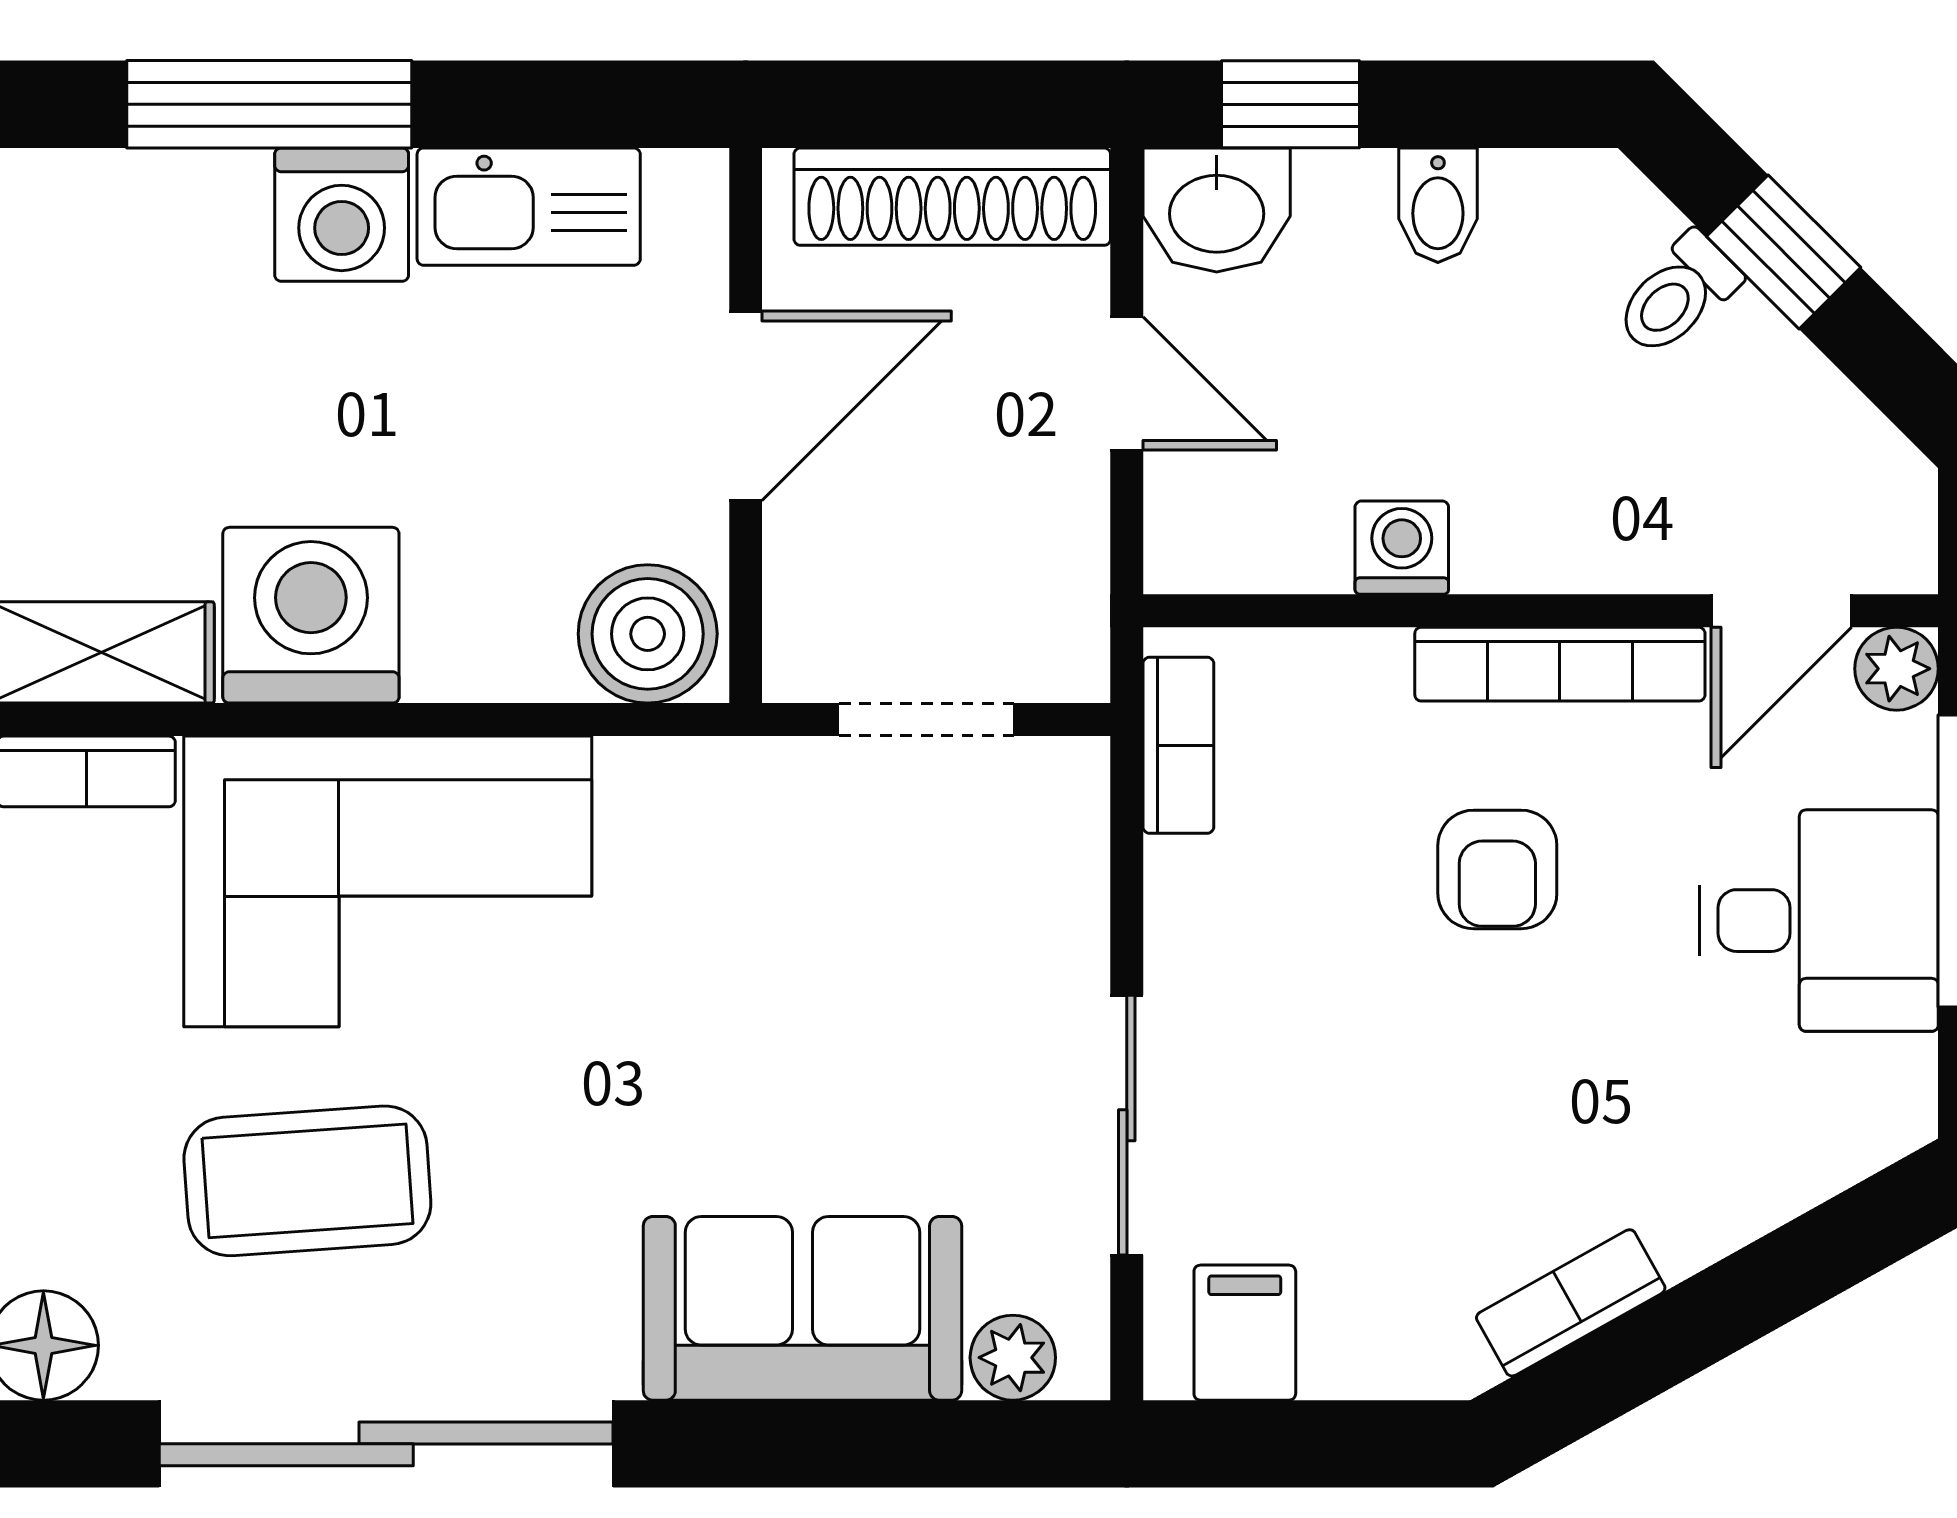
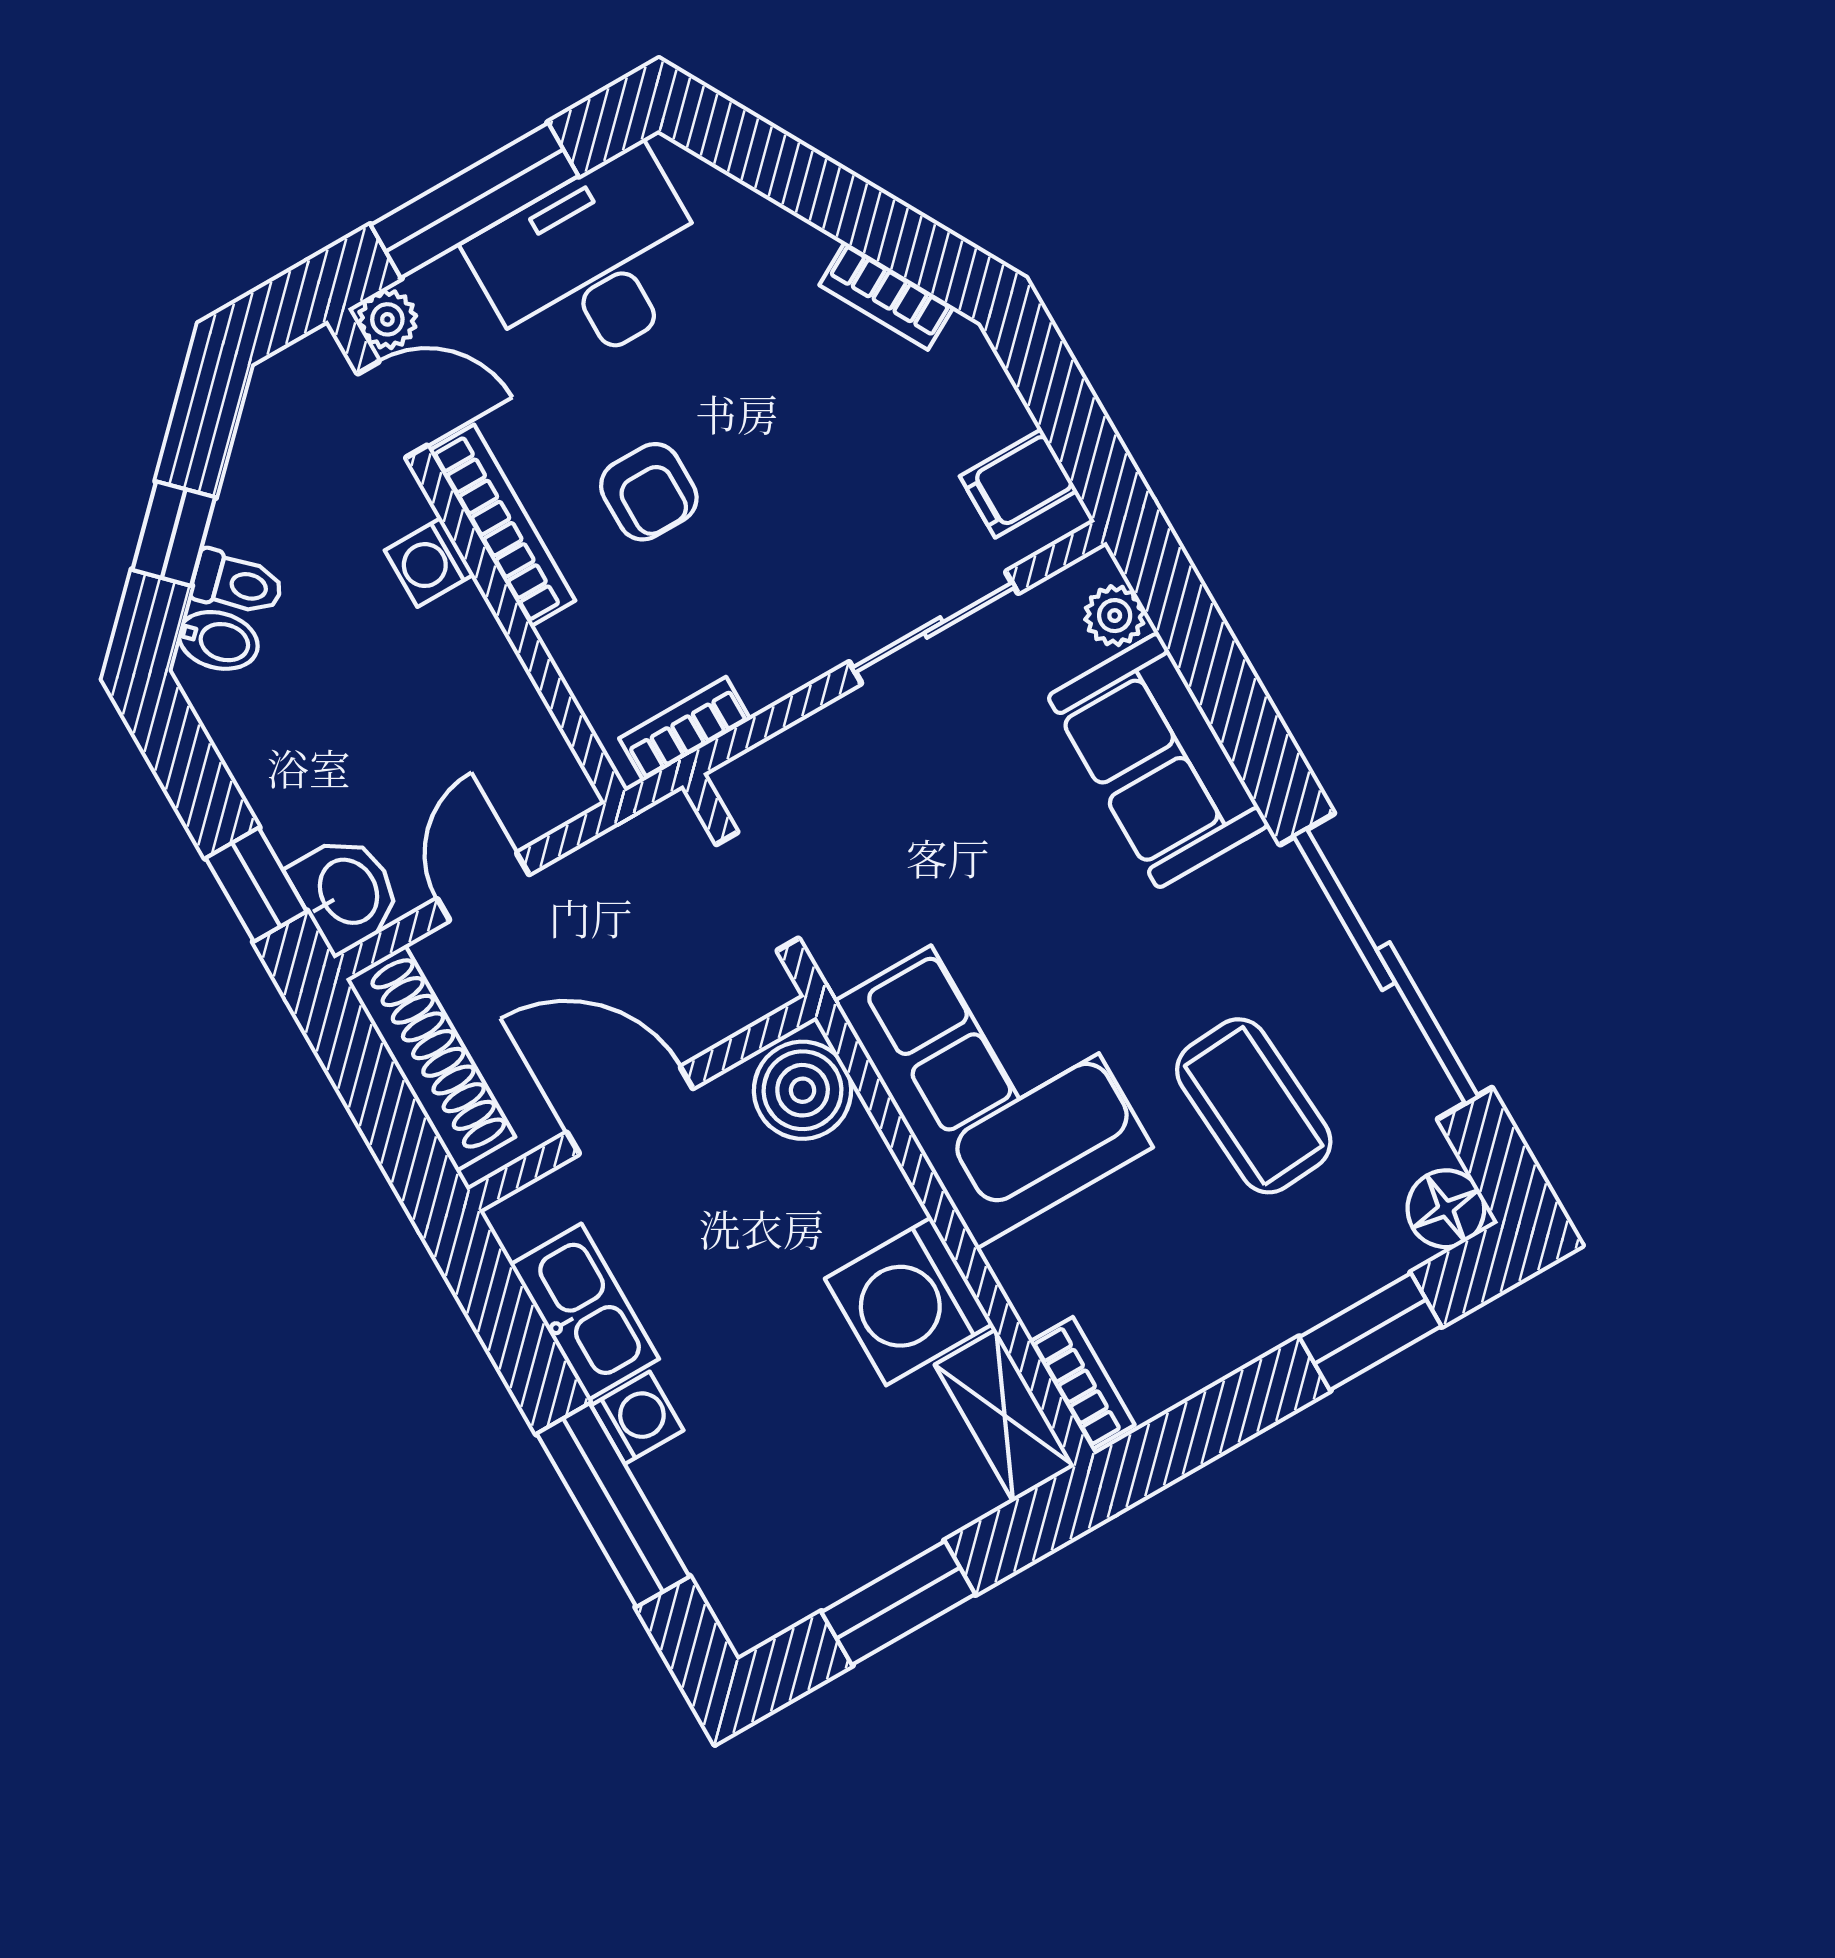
bidet: (1438, 205) -> (218, 640), moved, turned 45
washing machine: (342, 215) -> (637, 1418), width x0.73, depth x0.73
washing machine: (1402, 548) -> (429, 562), moved
armchair: (1497, 869) -> (649, 492), turned 90
corner sofa: (388, 881) -> (993, 1074), moved
desk: (1819, 921) -> (593, 264), width x1.37

